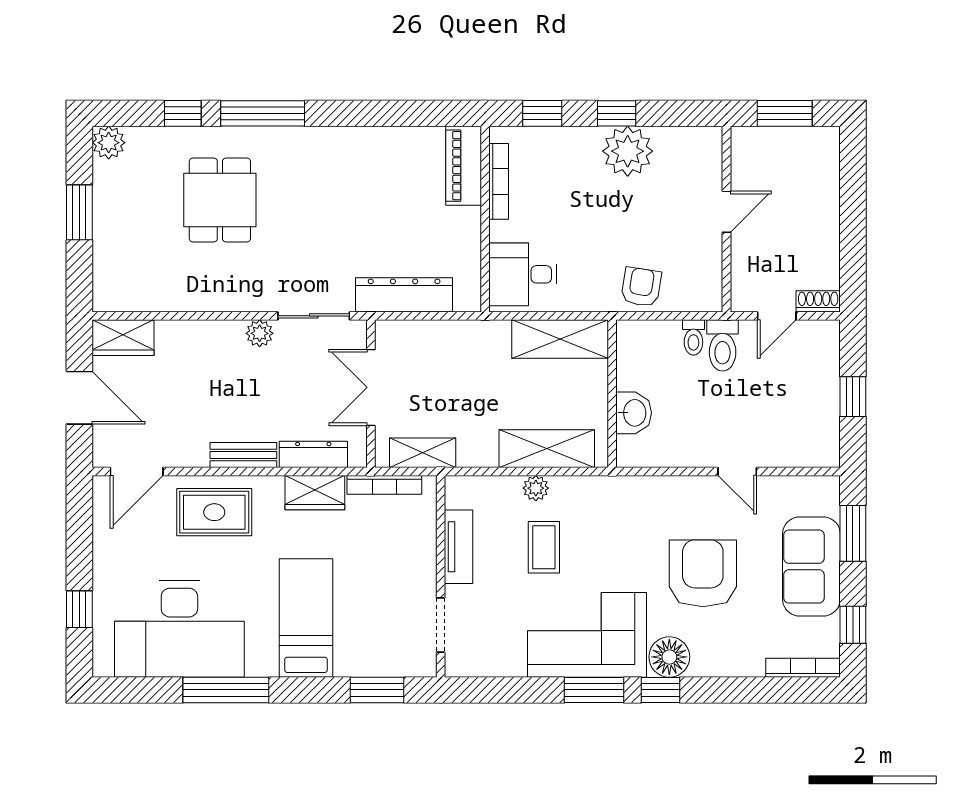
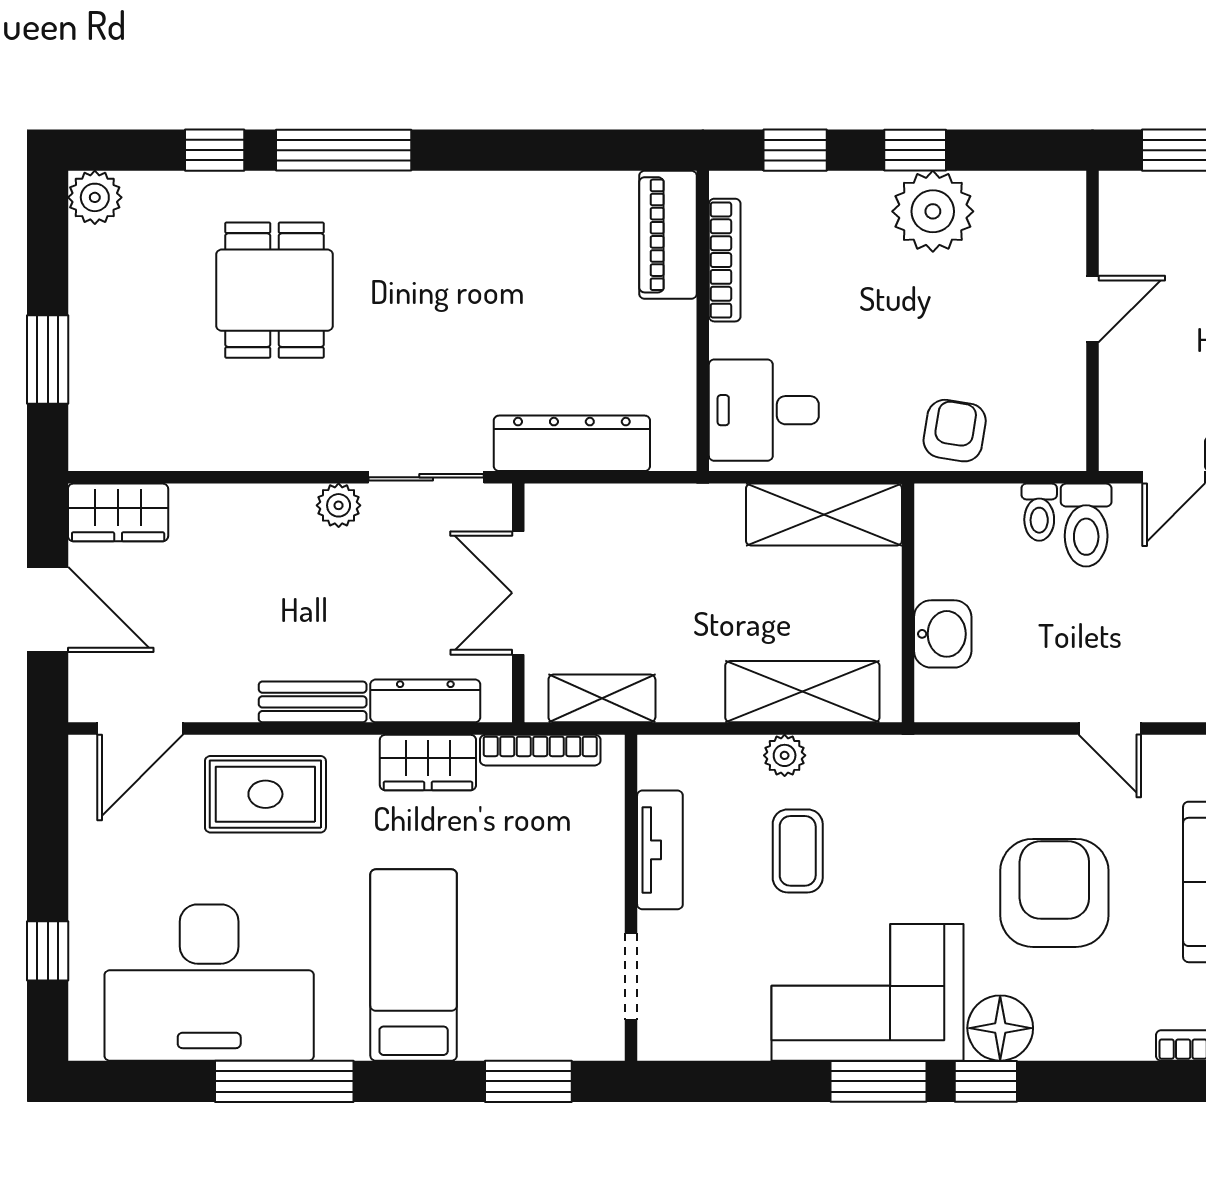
window: (79, 212) -> (48, 360), moved

